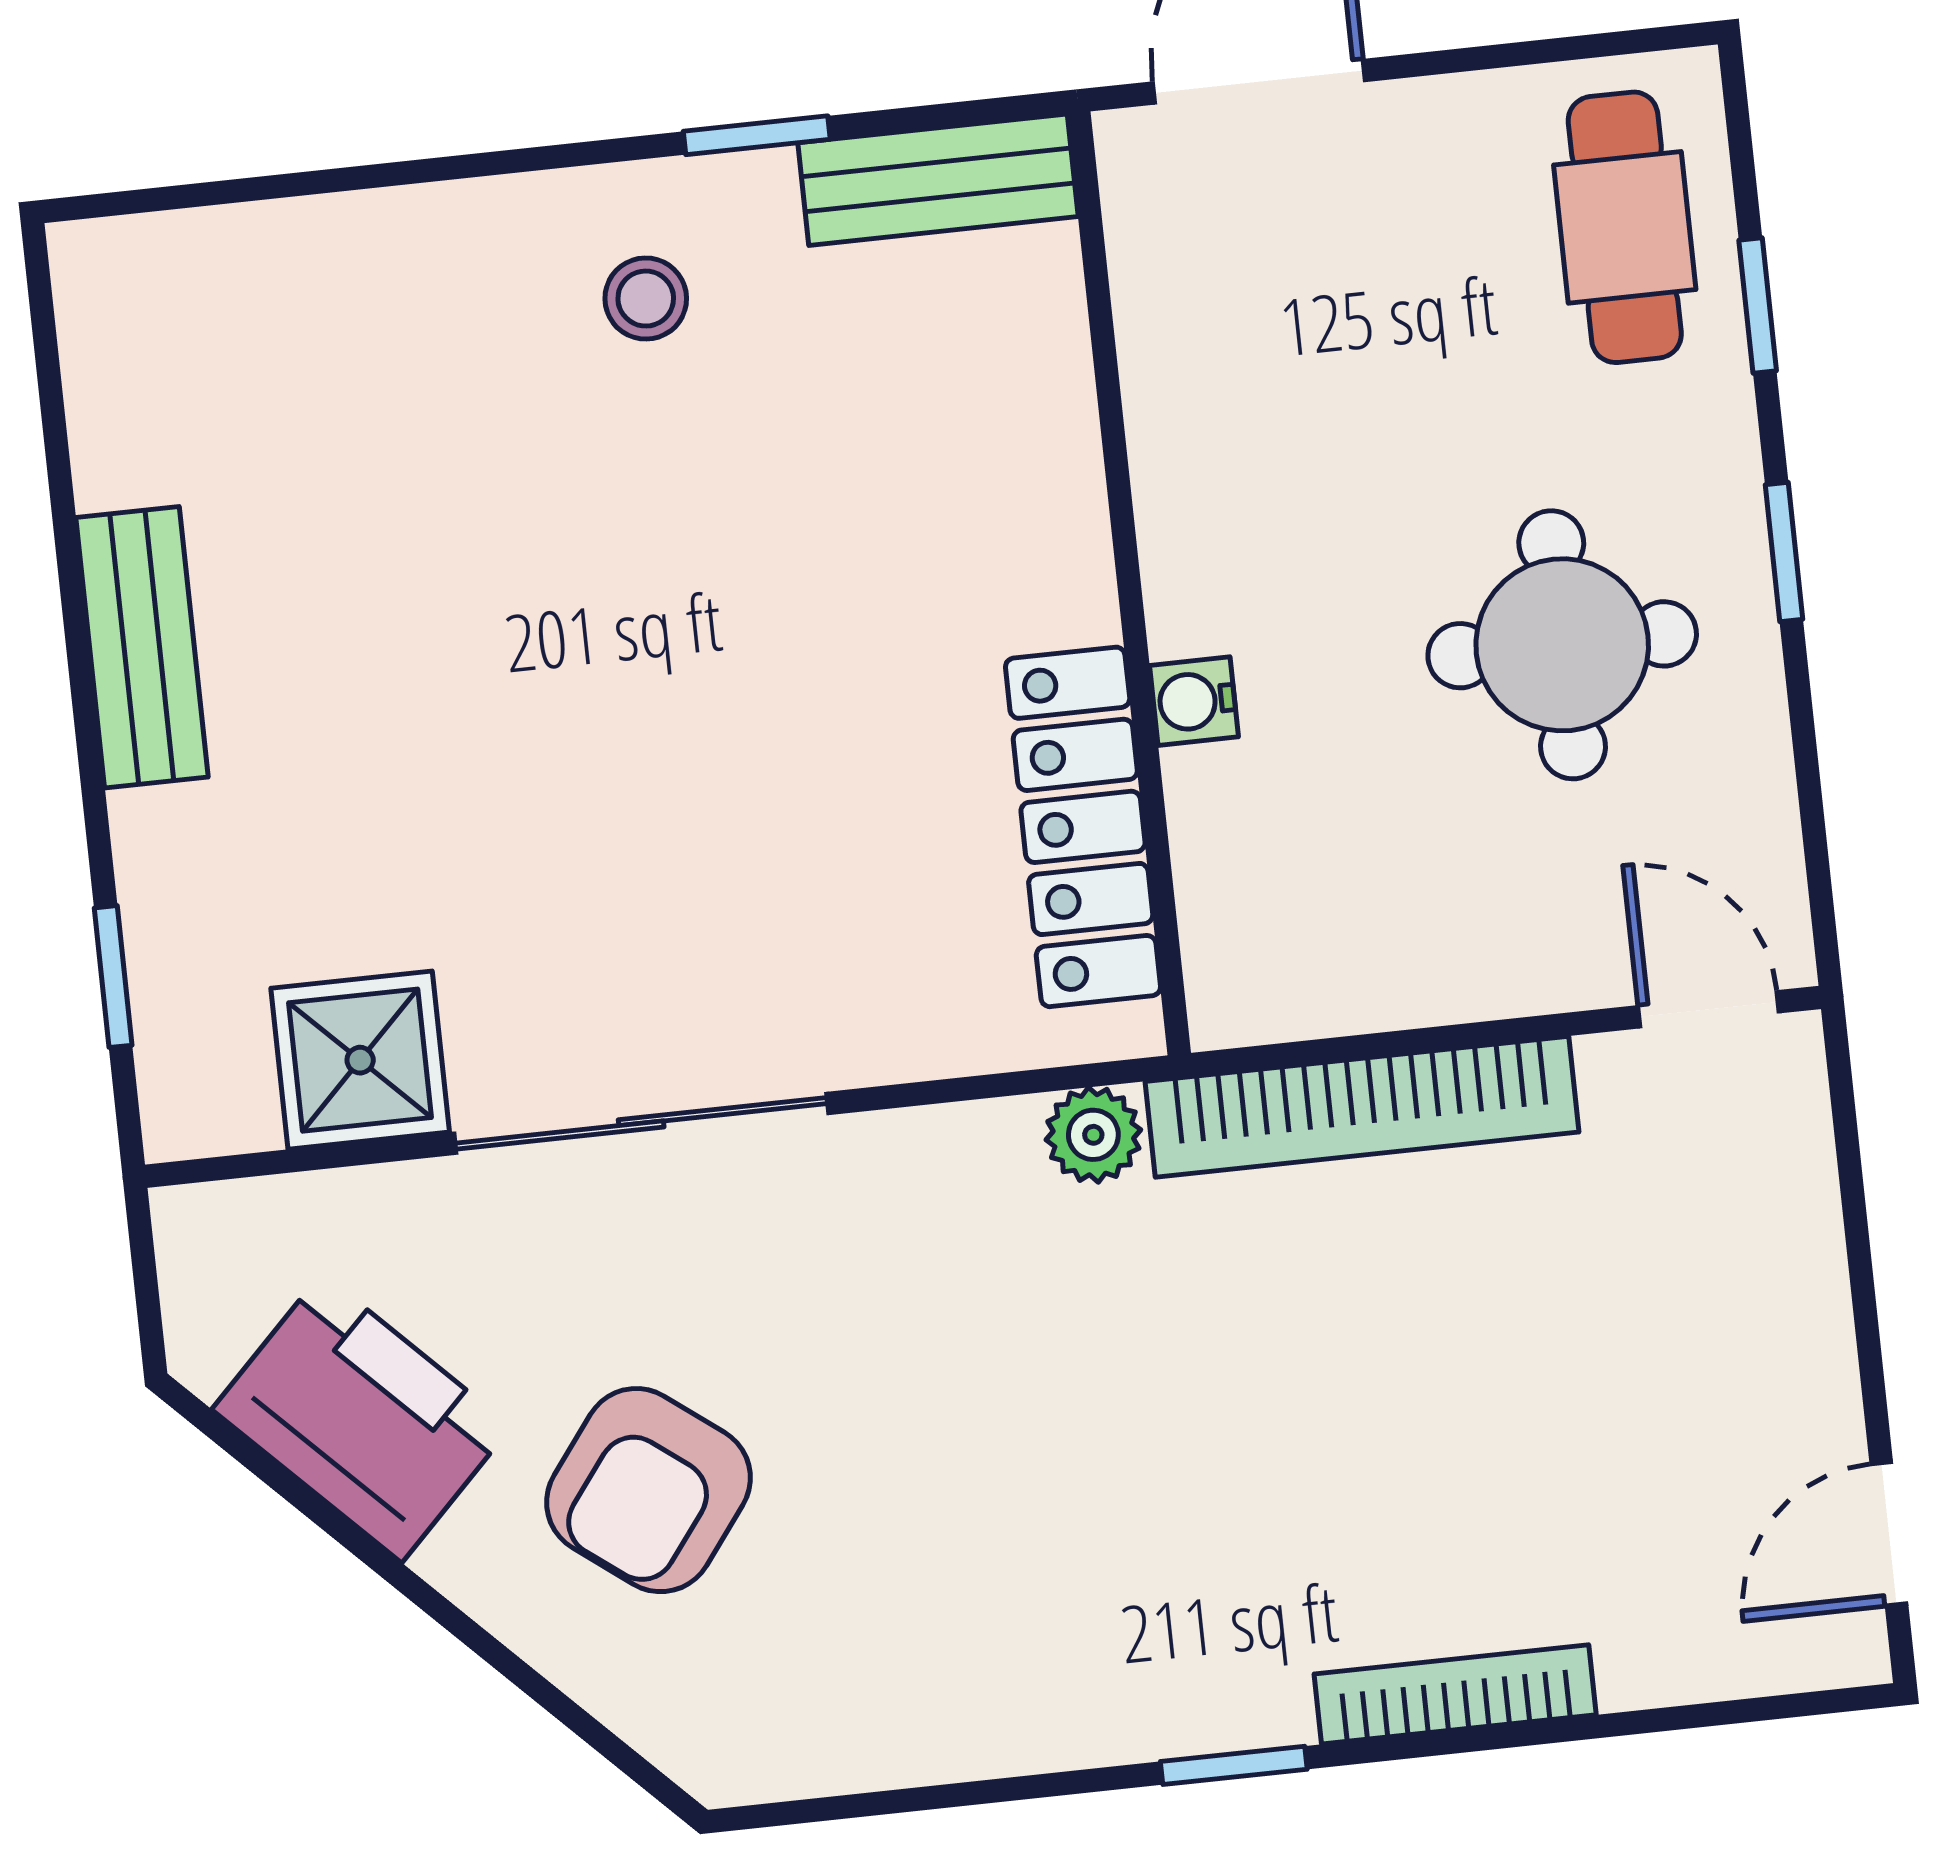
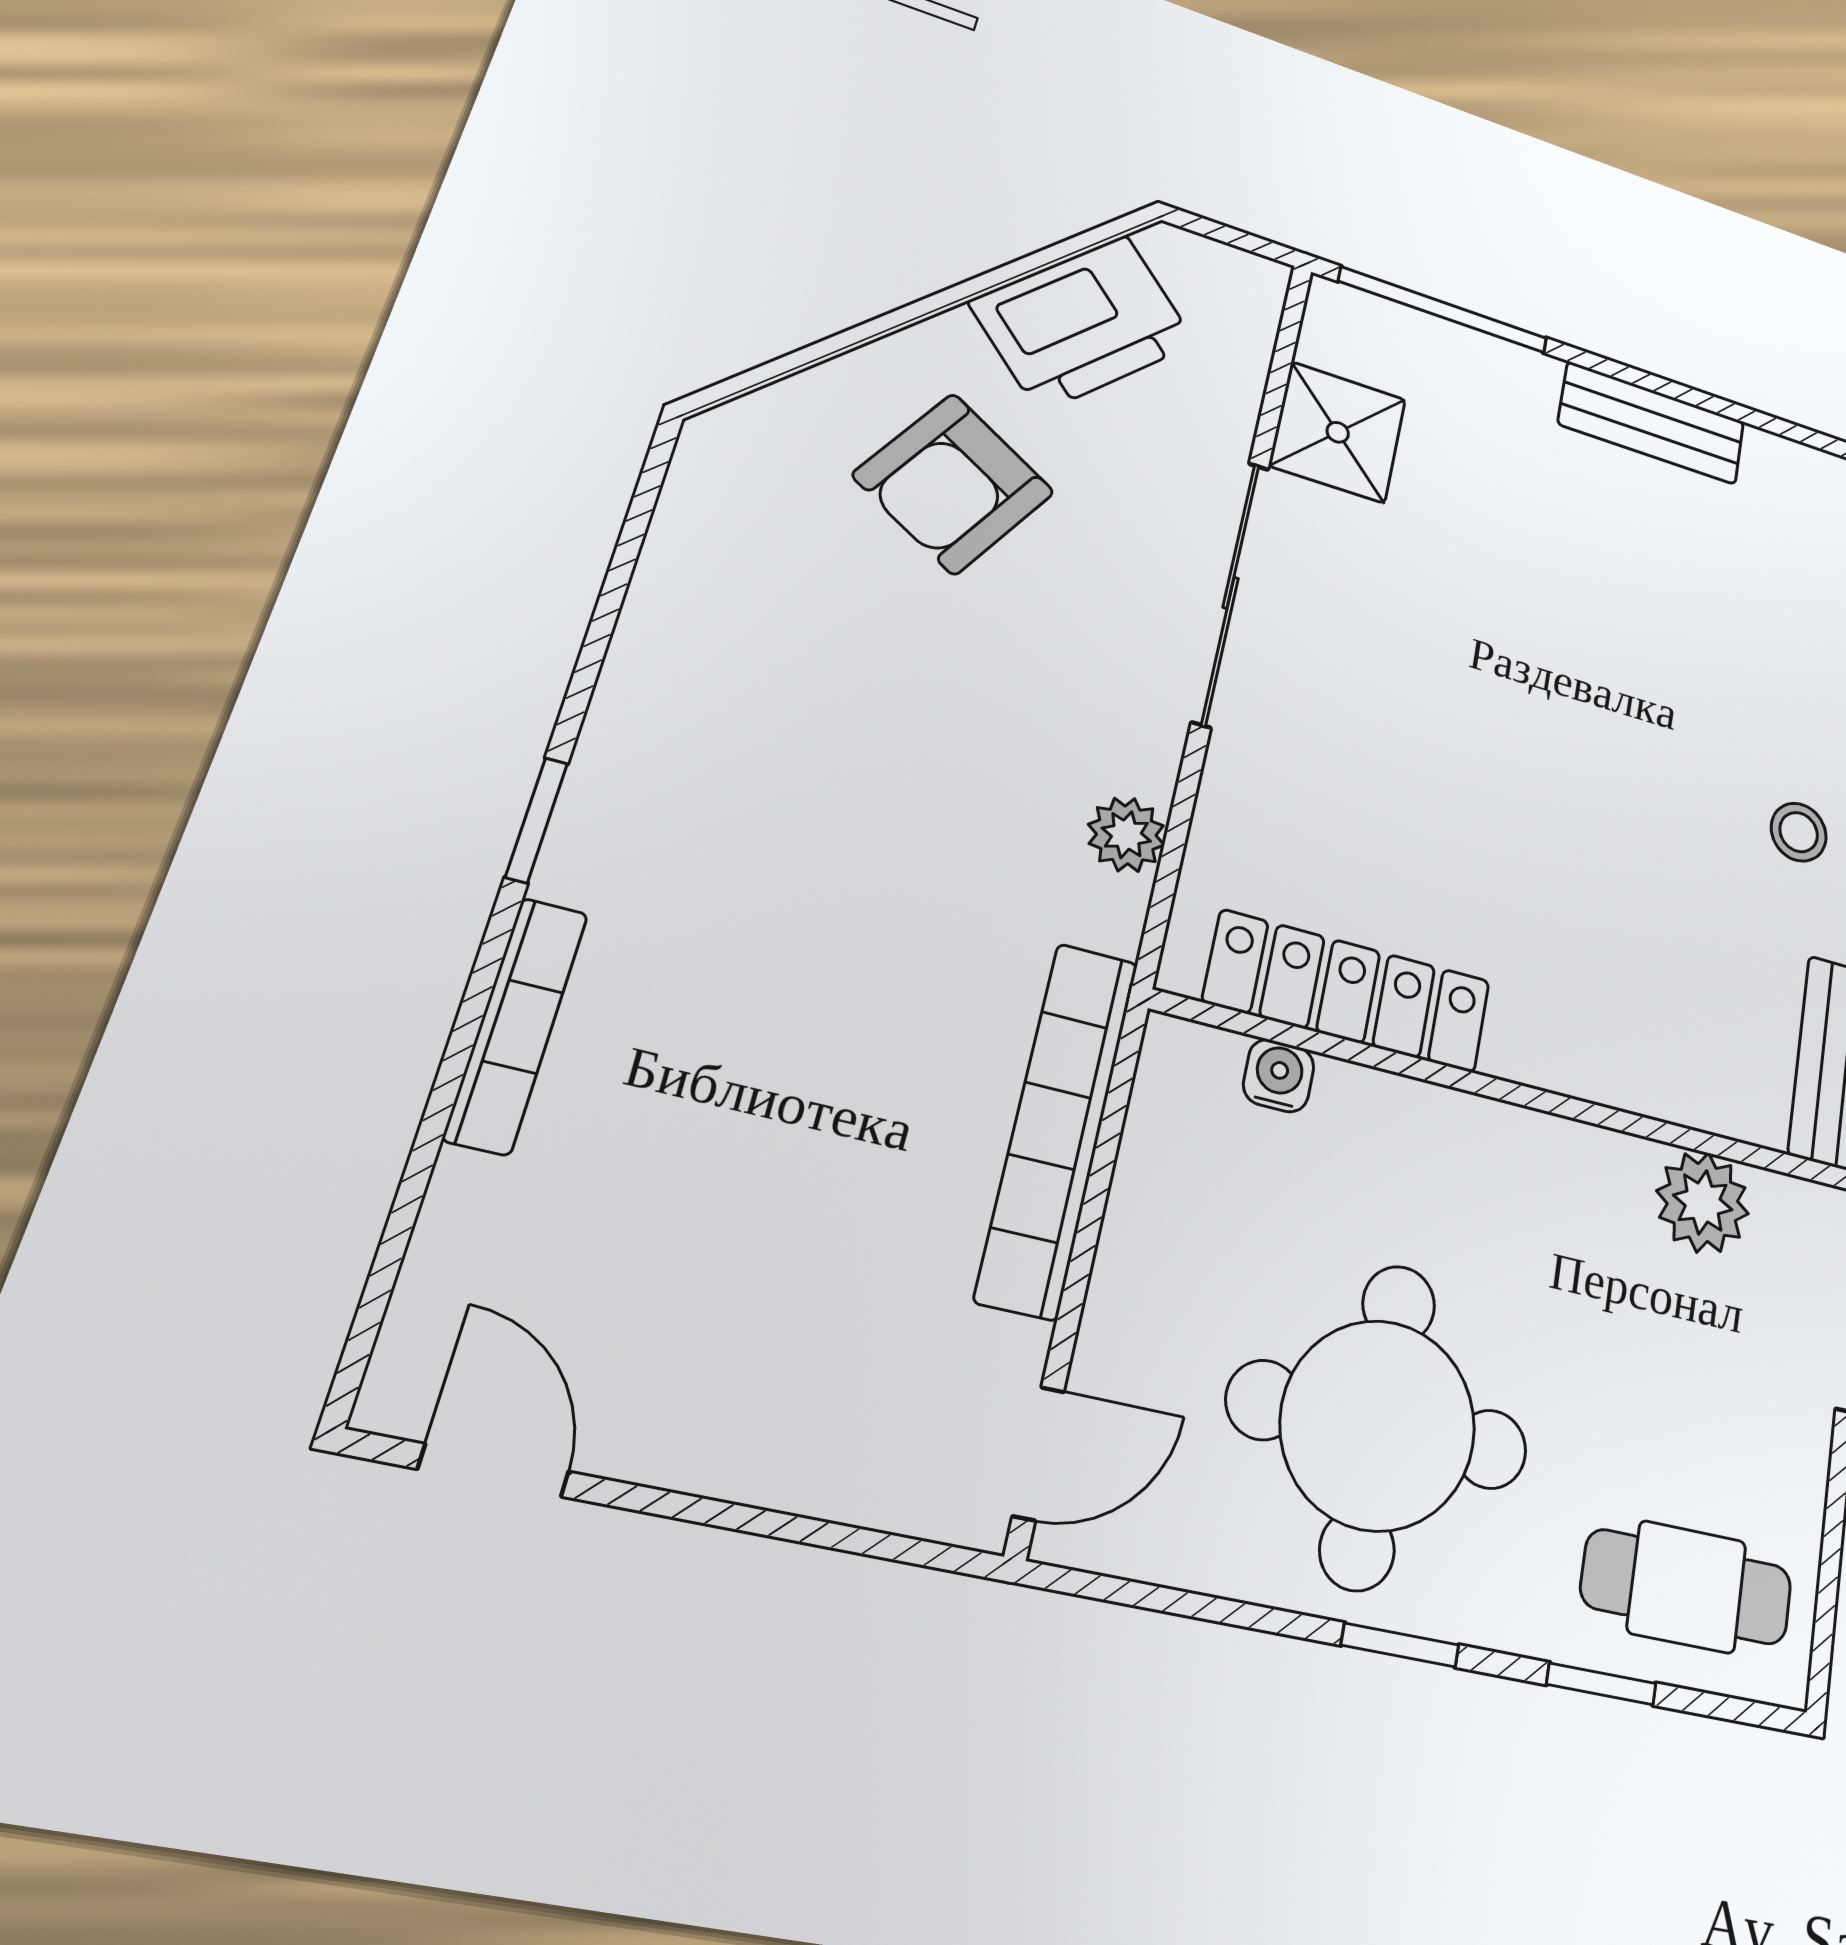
plant: (1176, 315) -> (1703, 1202), added
round table: (1562, 645) -> (1378, 1425), width x1.36, depth x1.36
water cooler: (1194, 701) -> (1279, 1076), moved
window: (113, 977) -> (1443, 310), width x2.17
plant: (1093, 1135) -> (1126, 835), moved
armchair: (649, 1490) -> (954, 484), turned -96

